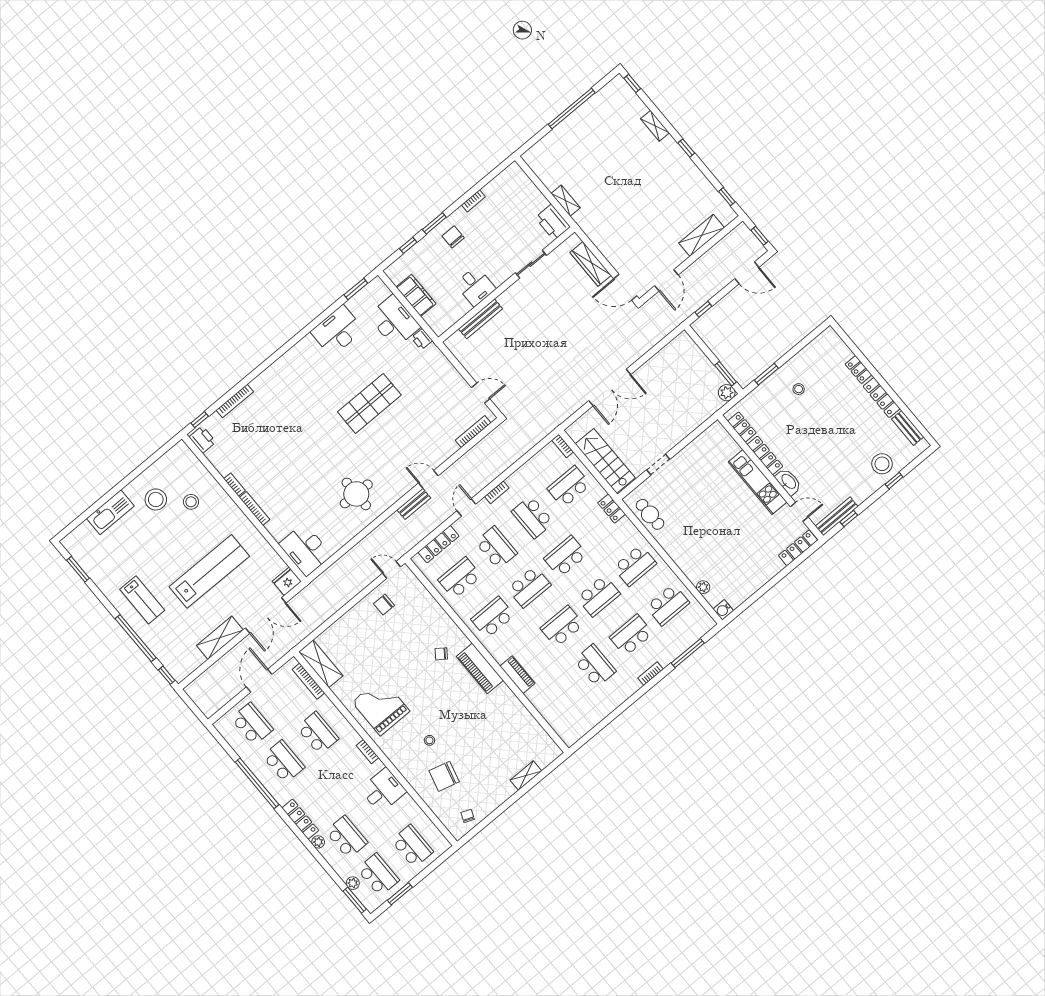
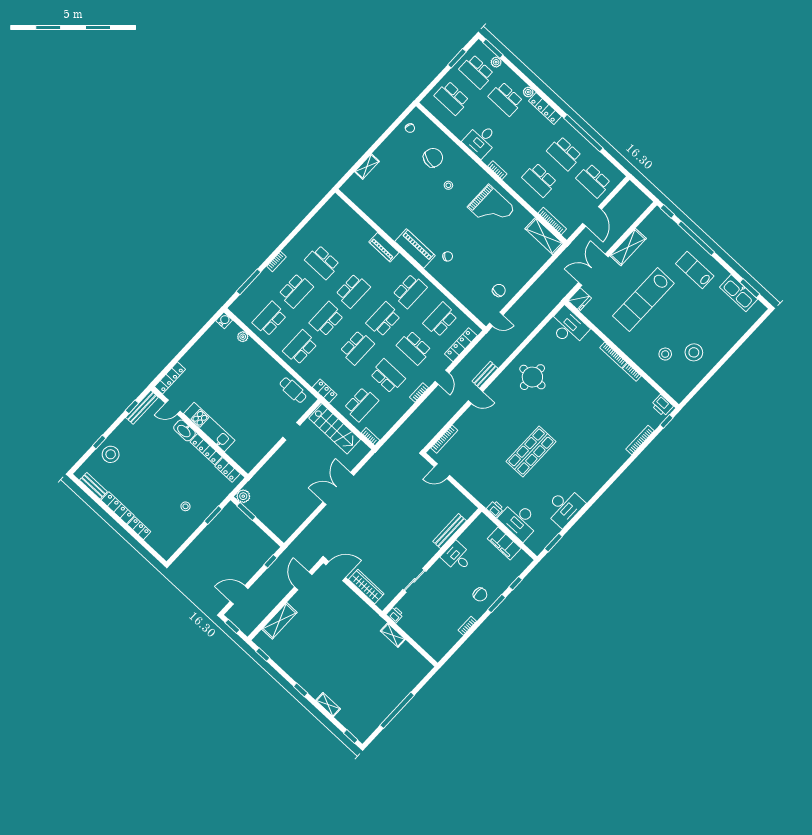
printer: (553, 222) -> (395, 615), width x0.53, depth x0.68
kitchen sink: (110, 512) -> (739, 293), moved, turned -90
school desk: (460, 578) -> (440, 320), turned 180

